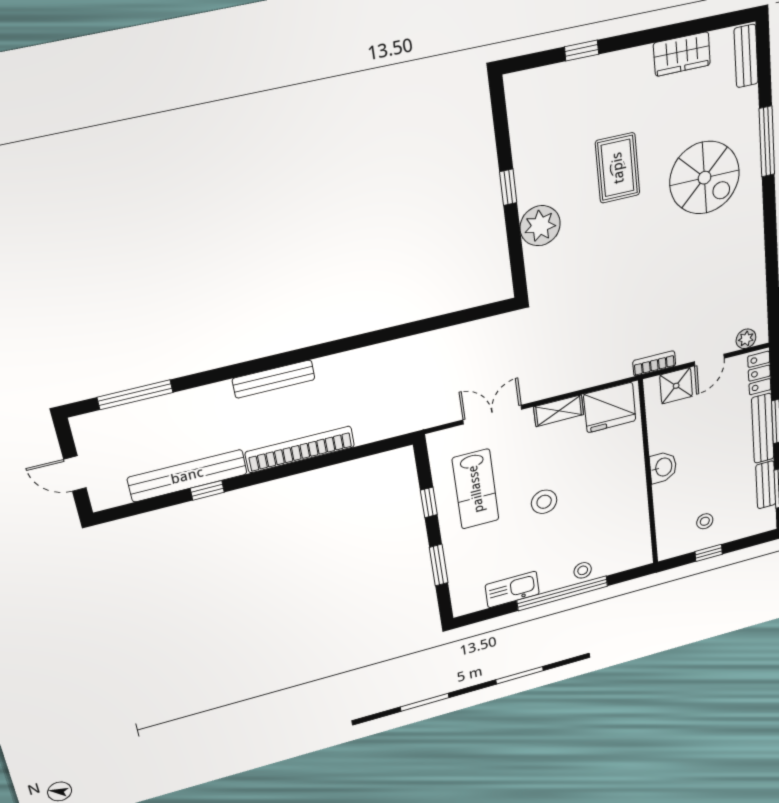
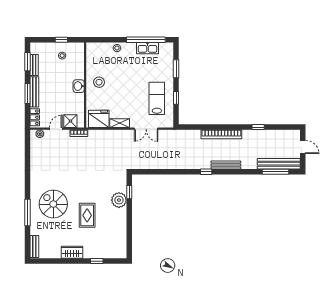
wardrobe: (682, 54) -> (72, 252), moved
window: (508, 187) -> (129, 192), moved
window: (323, 350) -> (206, 172), added
bench: (187, 476) -> (279, 164), moved
stool: (544, 502) -> (99, 82), moved
window: (562, 593) -> (146, 40), moved

